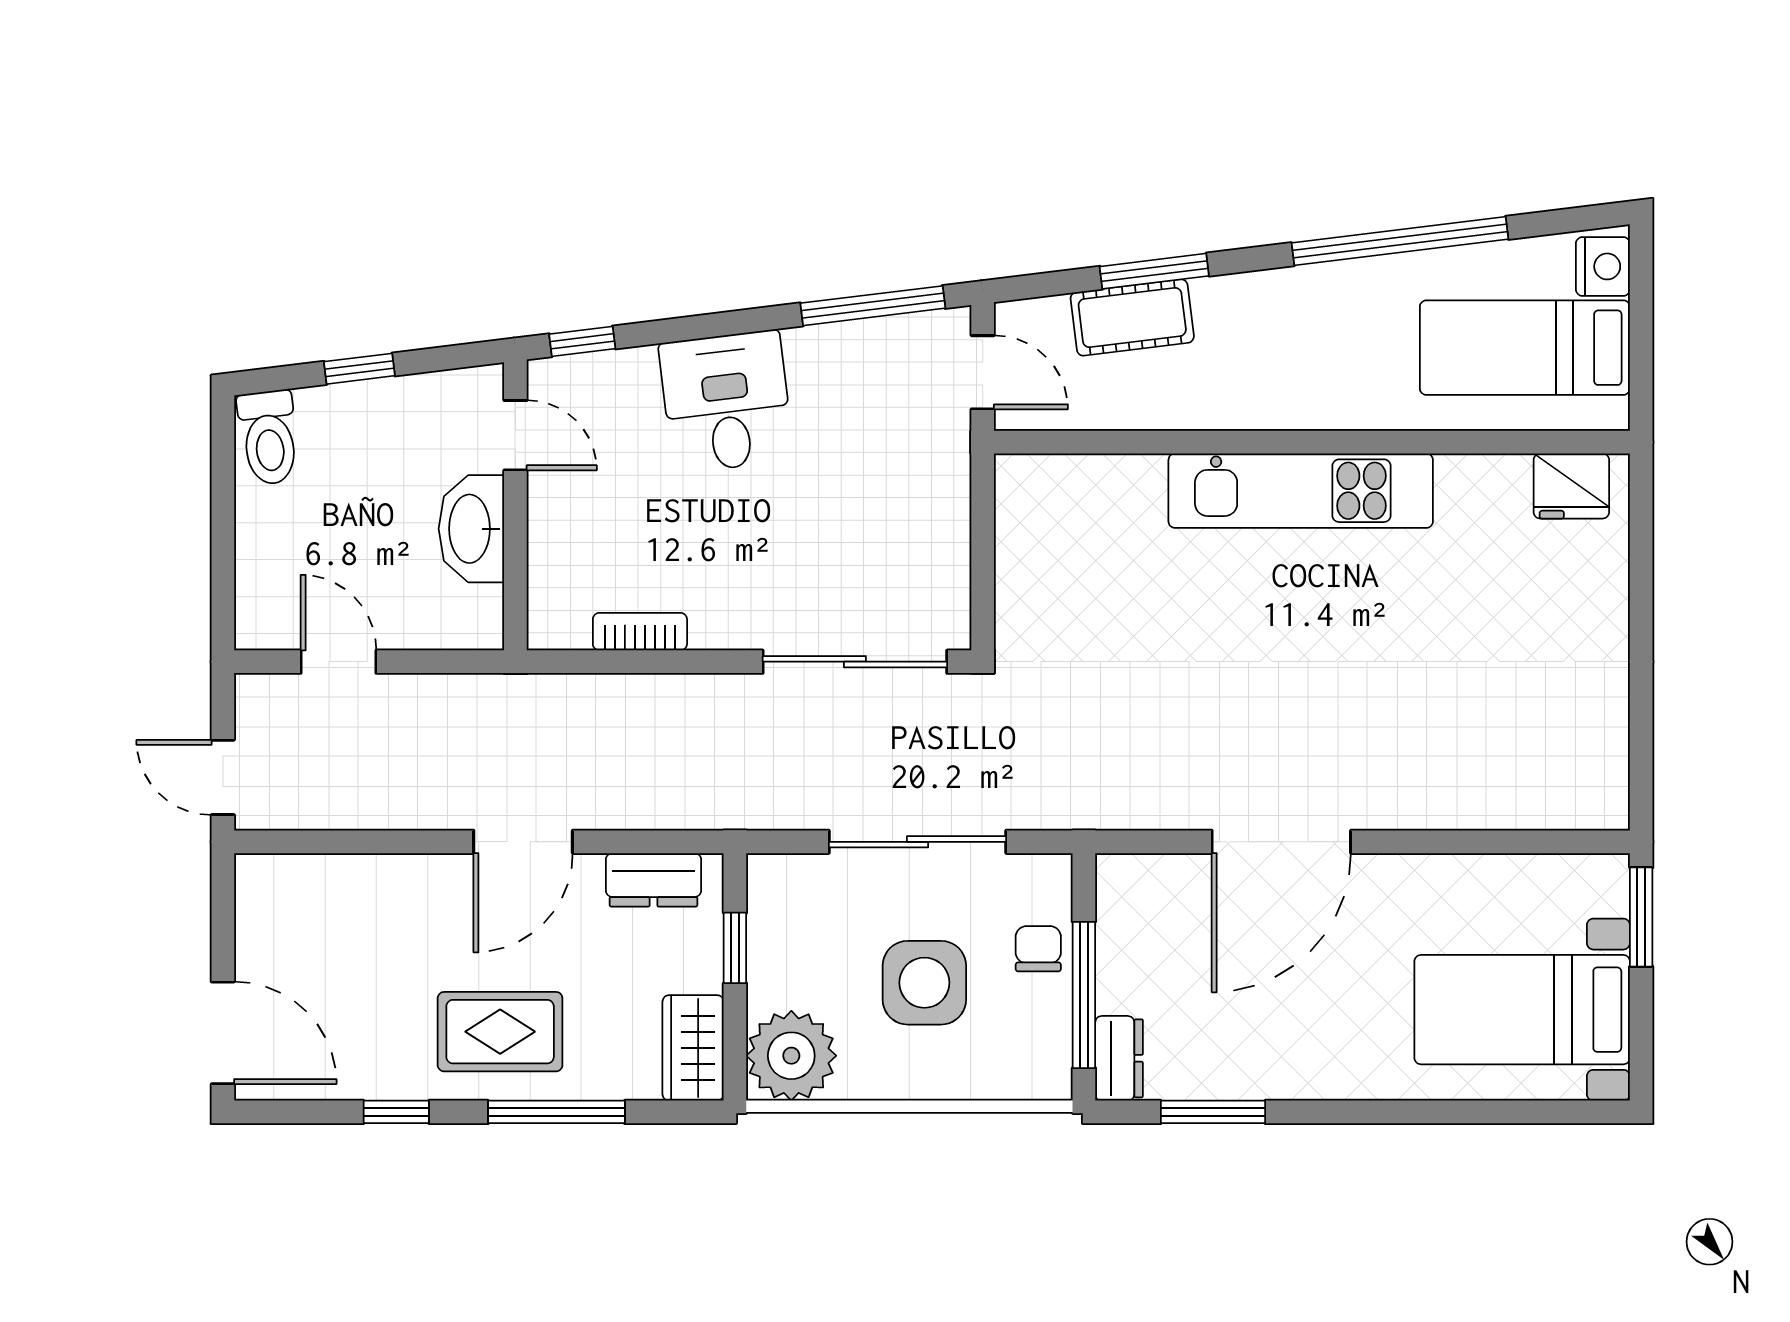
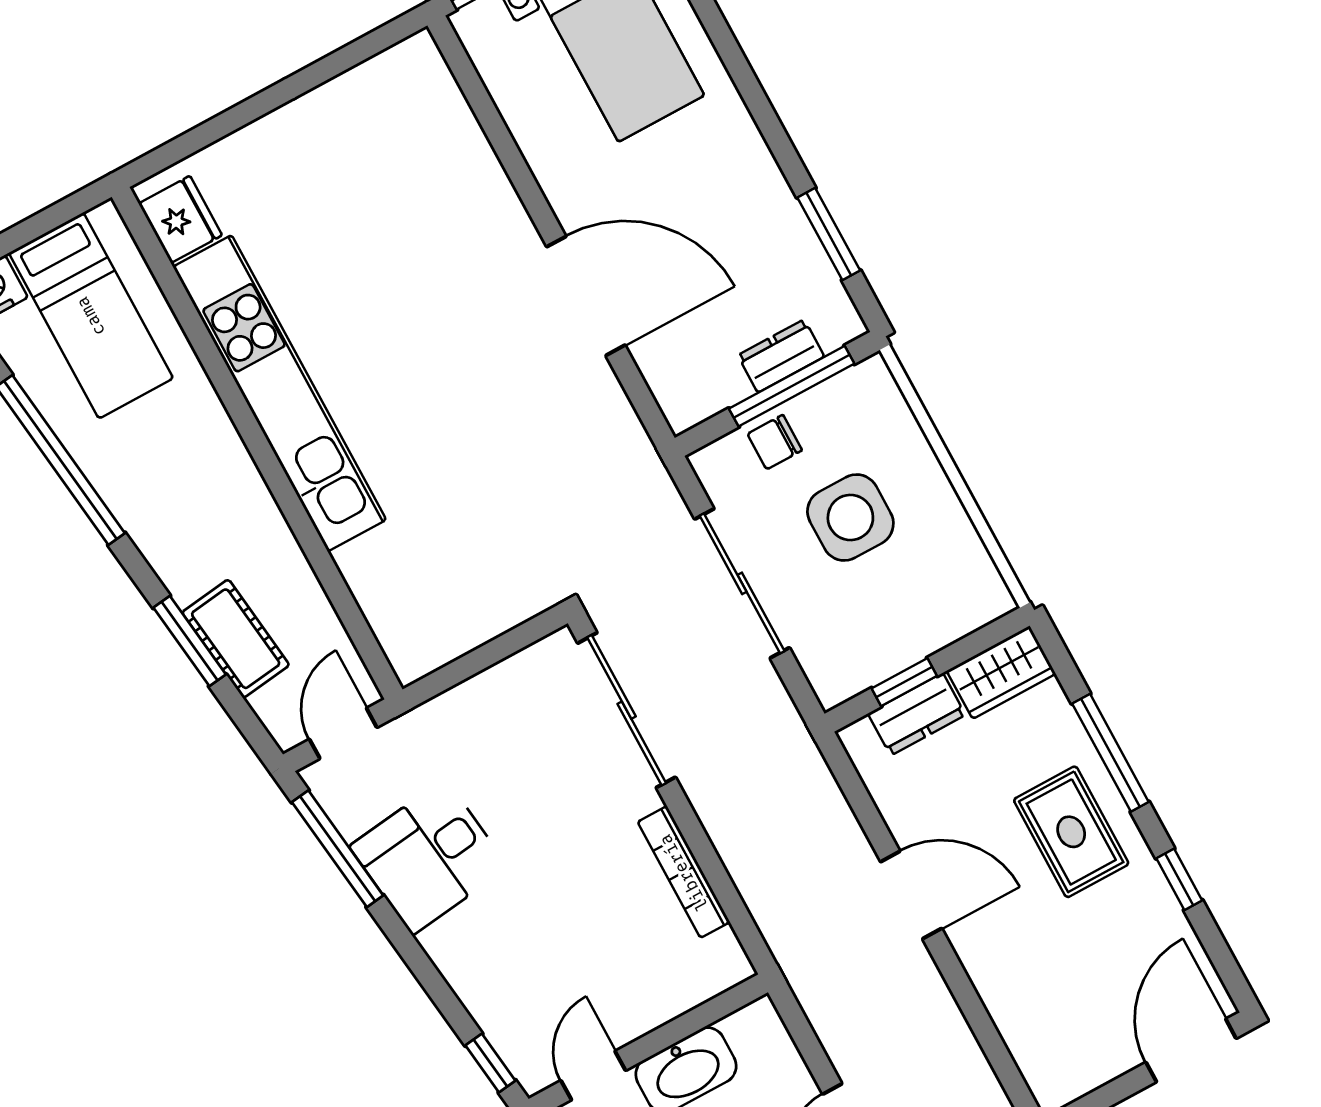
desk: (726, 402) -> (429, 857), moved
kitchen unit: (1301, 491) -> (280, 393), width x1.36
bookcase: (640, 632) -> (684, 872), width x1.56
dresser: (653, 880) -> (917, 714), moved, turned 90
plant: (791, 1056) -> (965, 591), removed
dresser: (1119, 1058) -> (781, 356), moved

